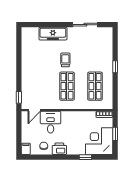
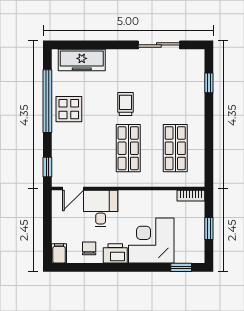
freezer: (53, 34) -> (82, 60), moved
window: (19, 58) -> (47, 101), added
display table: (32, 63) -> (69, 109), added
window: (115, 67) -> (209, 83), moved
corner desk: (99, 141) -> (151, 241), moved
window: (85, 157) -> (181, 267), moved

